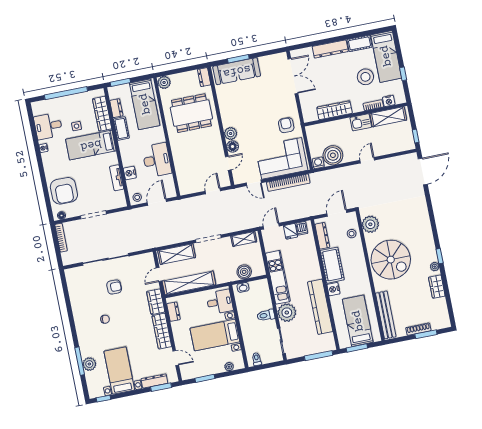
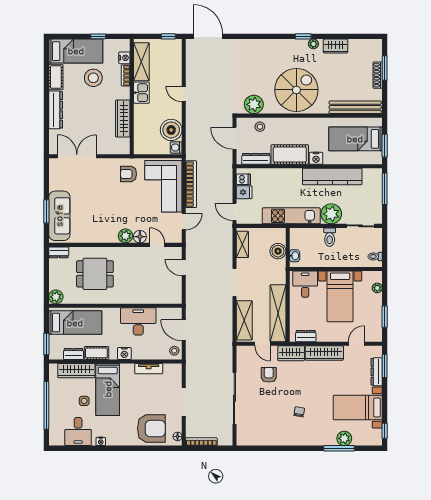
dining table: (191, 113) -> (95, 274), width x0.73
nightstand: (130, 173) -> (124, 353), moved
armchair: (114, 287) -> (269, 375), moved

